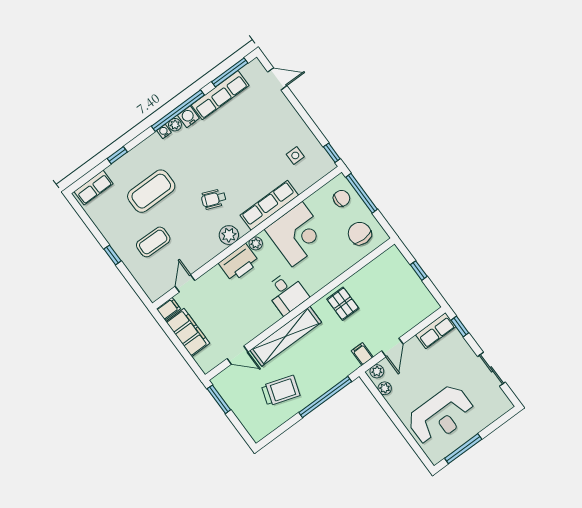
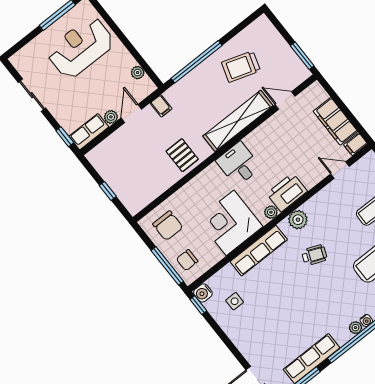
water cooler: (188, 117) -> (203, 293), moved, turned 90
door: (185, 283) -> (340, 170), swing flipped
plant: (377, 371) -> (111, 117), moved

